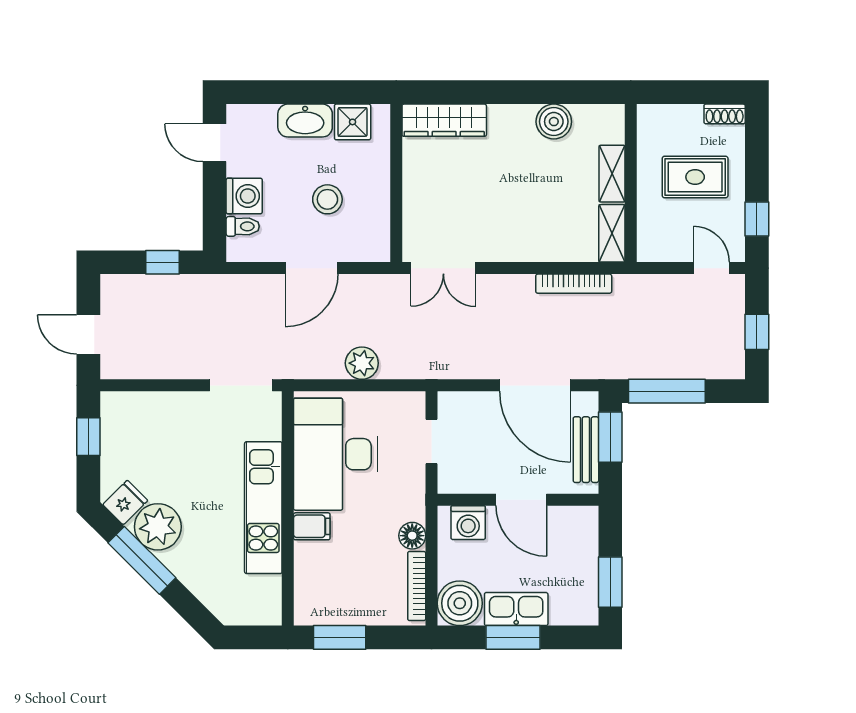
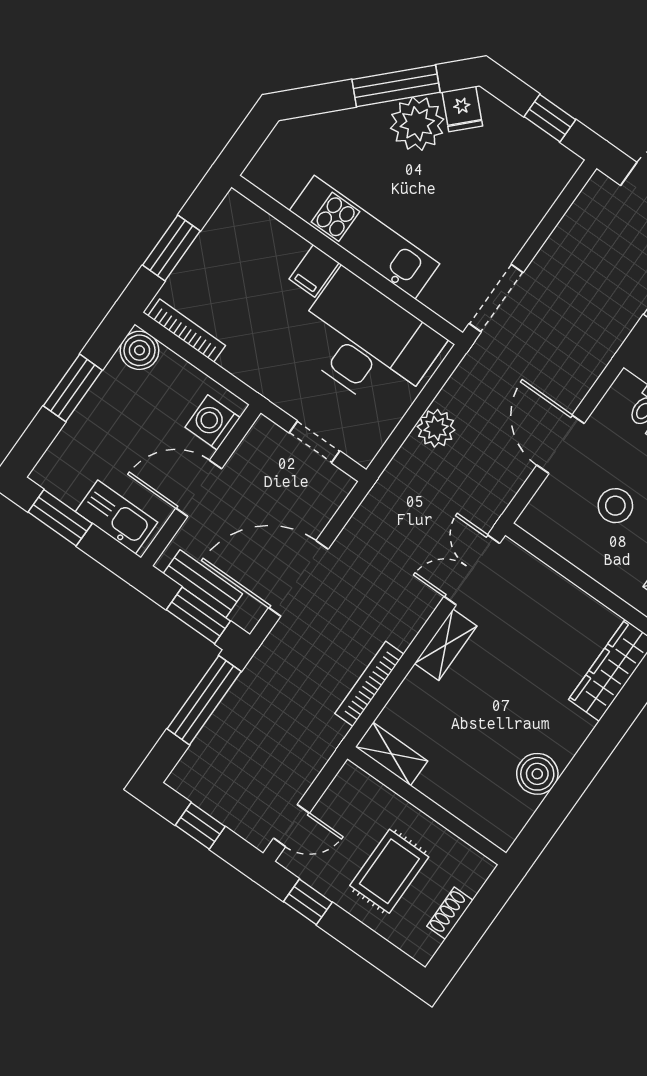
shoe rack: (725, 114) -> (450, 913), moved
shelving: (612, 174) -> (446, 645), moved, turned 90
floor lamp: (412, 536) -> (238, 360), removed
boiler: (460, 603) -> (140, 350), width x0.73, depth x0.73
kitchen sink: (516, 609) -> (116, 517), moved, turned -90
window: (340, 637) -> (171, 248), moved

